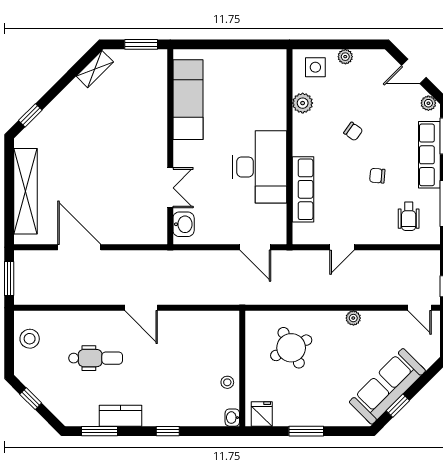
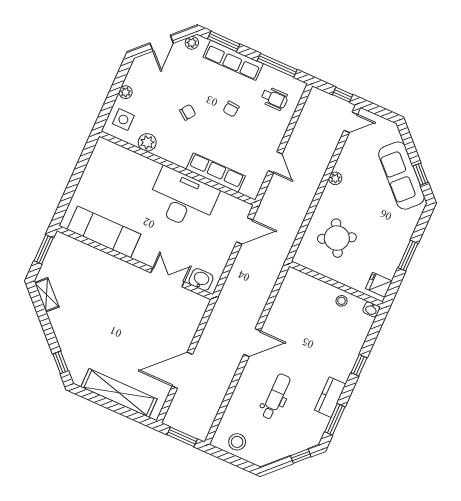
window: (31, 399) -> (301, 456), moved

